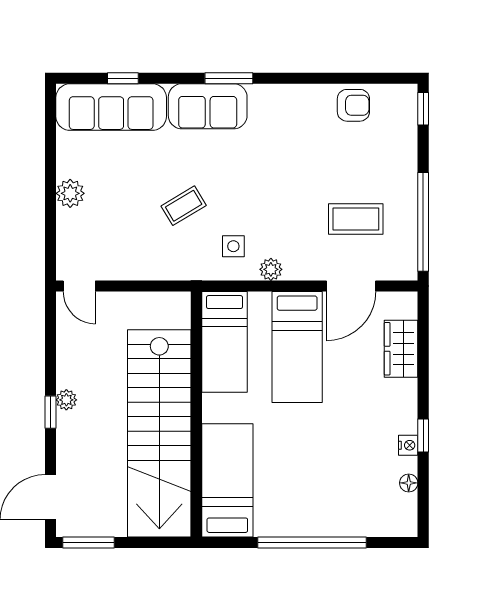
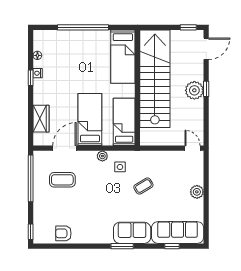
plant: (66, 400) -> (194, 90), width x1.88, depth x1.88
window: (89, 542) -> (188, 27), width x0.67

